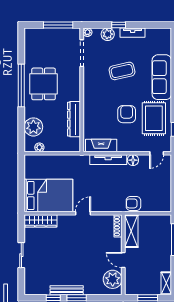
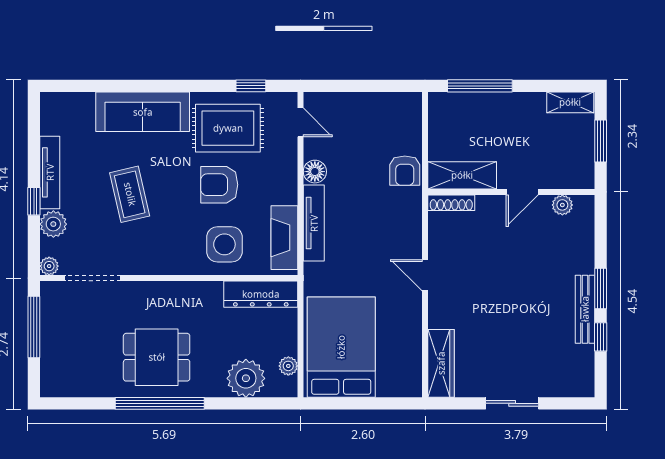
tv unit: (133, 33) -> (50, 172), width x1.41
side table: (98, 117) -> (224, 244), added
dresser: (74, 119) -> (261, 294), moved
bed: (48, 195) -> (341, 347), moved
plant: (113, 279) -> (562, 205), width x0.53, depth x0.53

